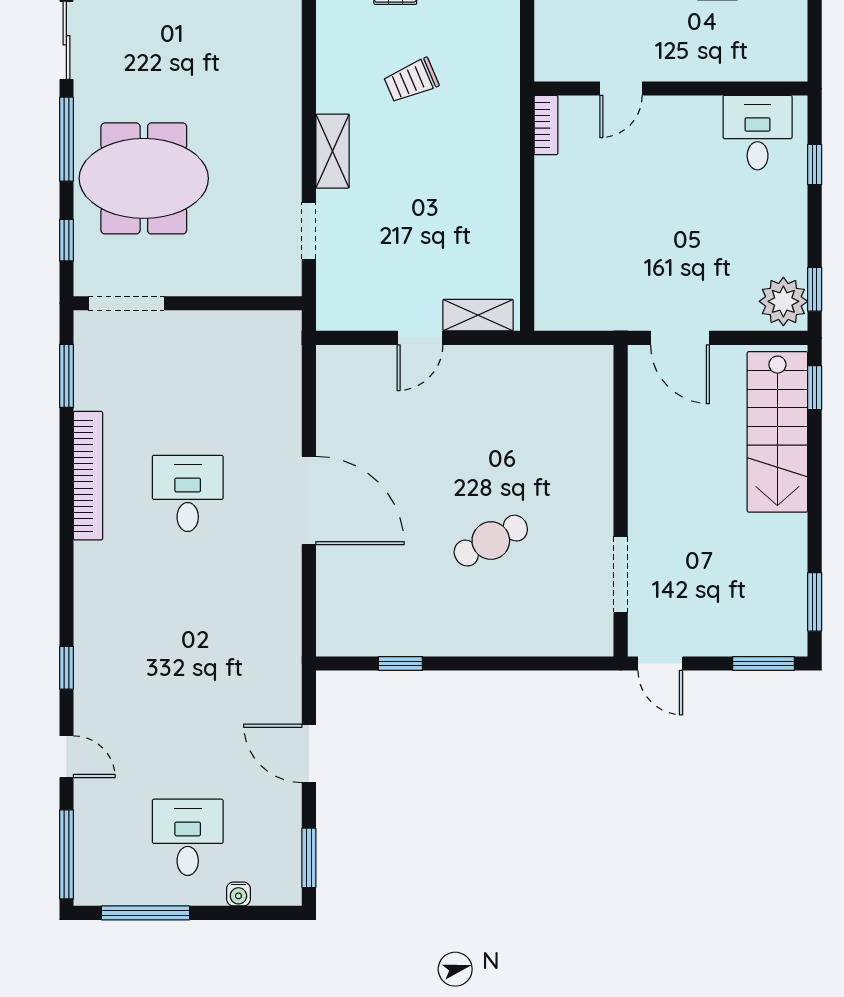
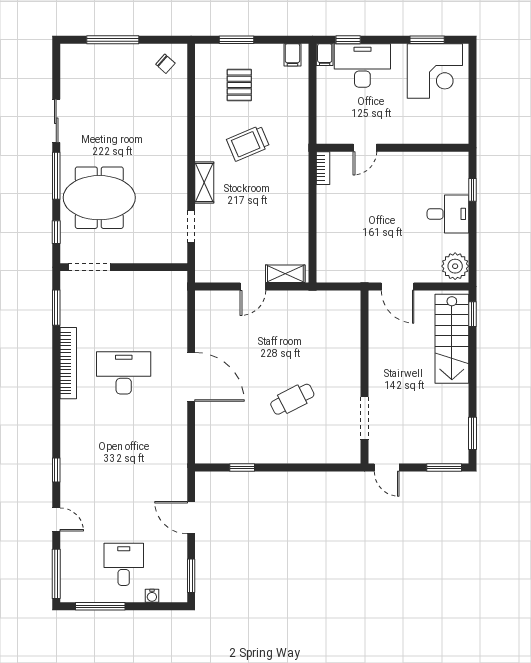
trolley: (411, 81) -> (248, 143), width x1.36, depth x1.39
desk: (758, 133) -> (448, 214), moved, turned 90
window: (815, 289) -> (473, 259), removed
desk: (188, 493) -> (124, 373), width x1.37

